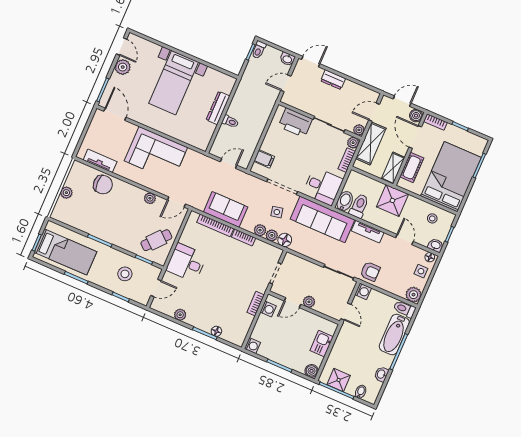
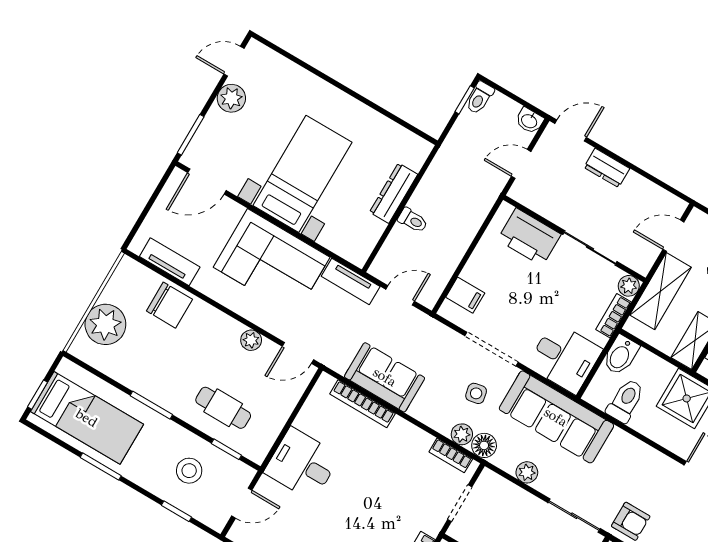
door: (122, 47) -> (234, 61), swing flipped
bed with nightstands: (174, 83) -> (302, 174), moved, turned 180
door: (115, 114) -> (207, 181), swing flipped
plant: (359, 130) -> (642, 264), removed
plant: (66, 193) -> (105, 324), width x1.87, depth x1.87
bidet: (345, 201) -> (621, 355), moved, turned 180
plant: (260, 230) -> (527, 472), moved
tv unit: (368, 232) -> (351, 281), moved
bookcase: (244, 237) -> (451, 455), moved
cafe table: (156, 240) -> (223, 408), moved, turned 49

